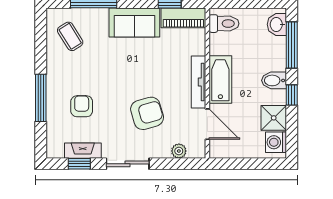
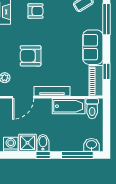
bathtub: (220, 80) -> (69, 106), moved
bidet: (274, 80) -> (43, 143), moved
armchair: (147, 113) -> (31, 56), turned 106

